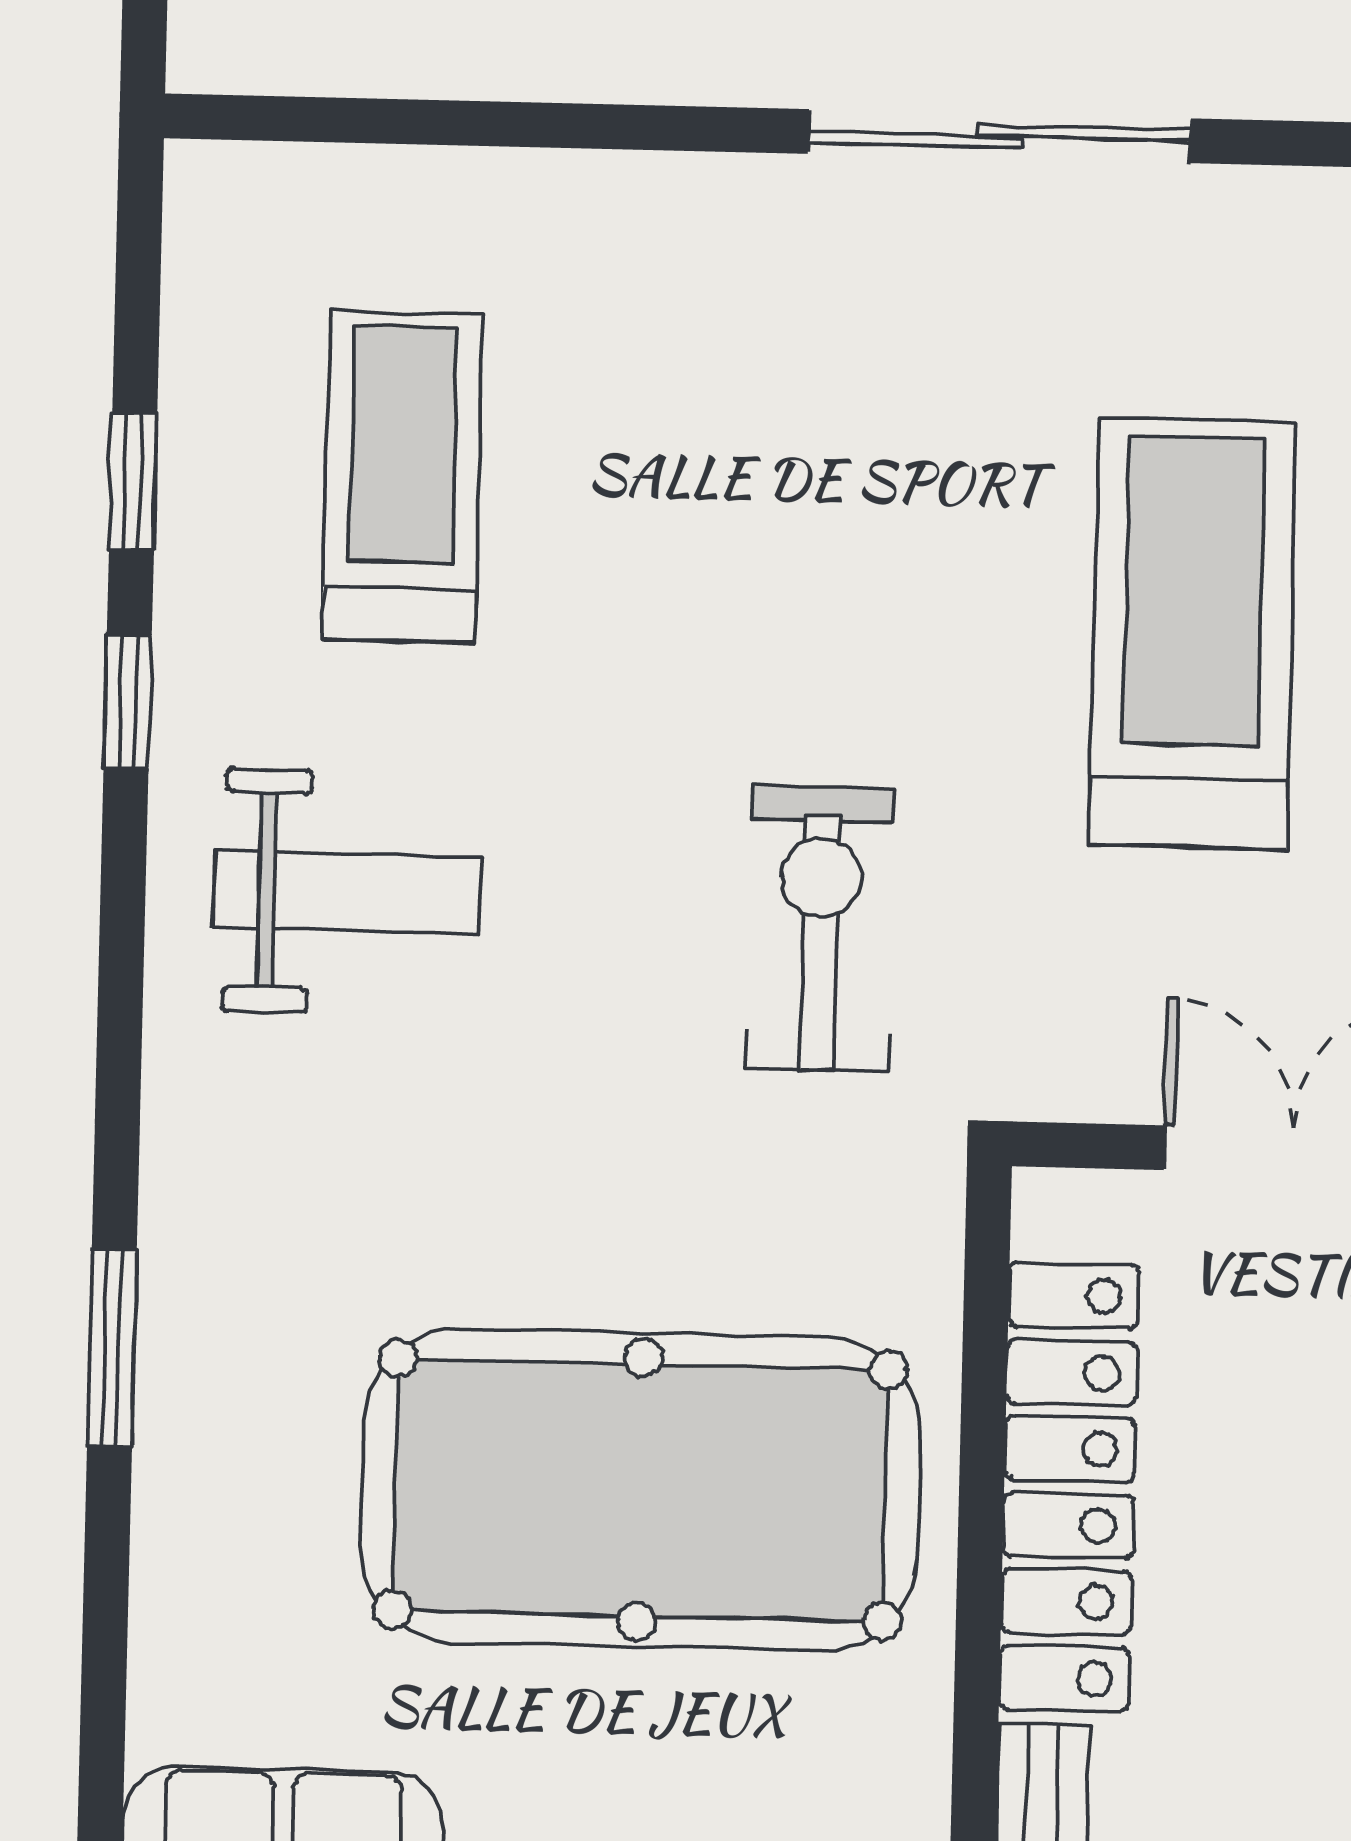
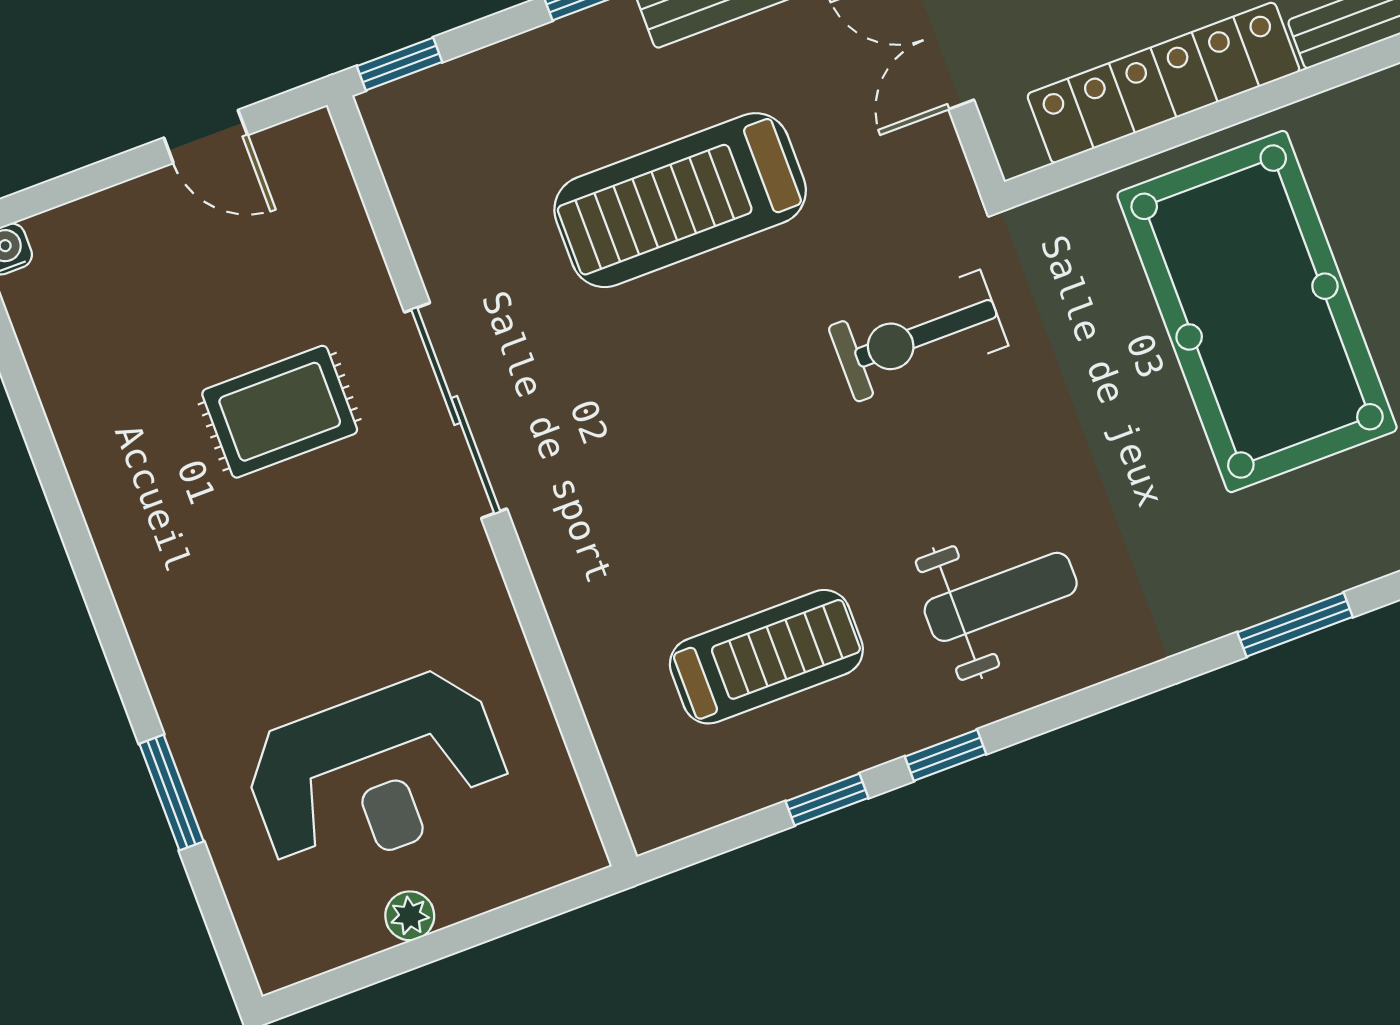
treadmill: (402, 477) -> (766, 657), turned 180
weight bench: (347, 893) -> (1001, 597), turned 90

